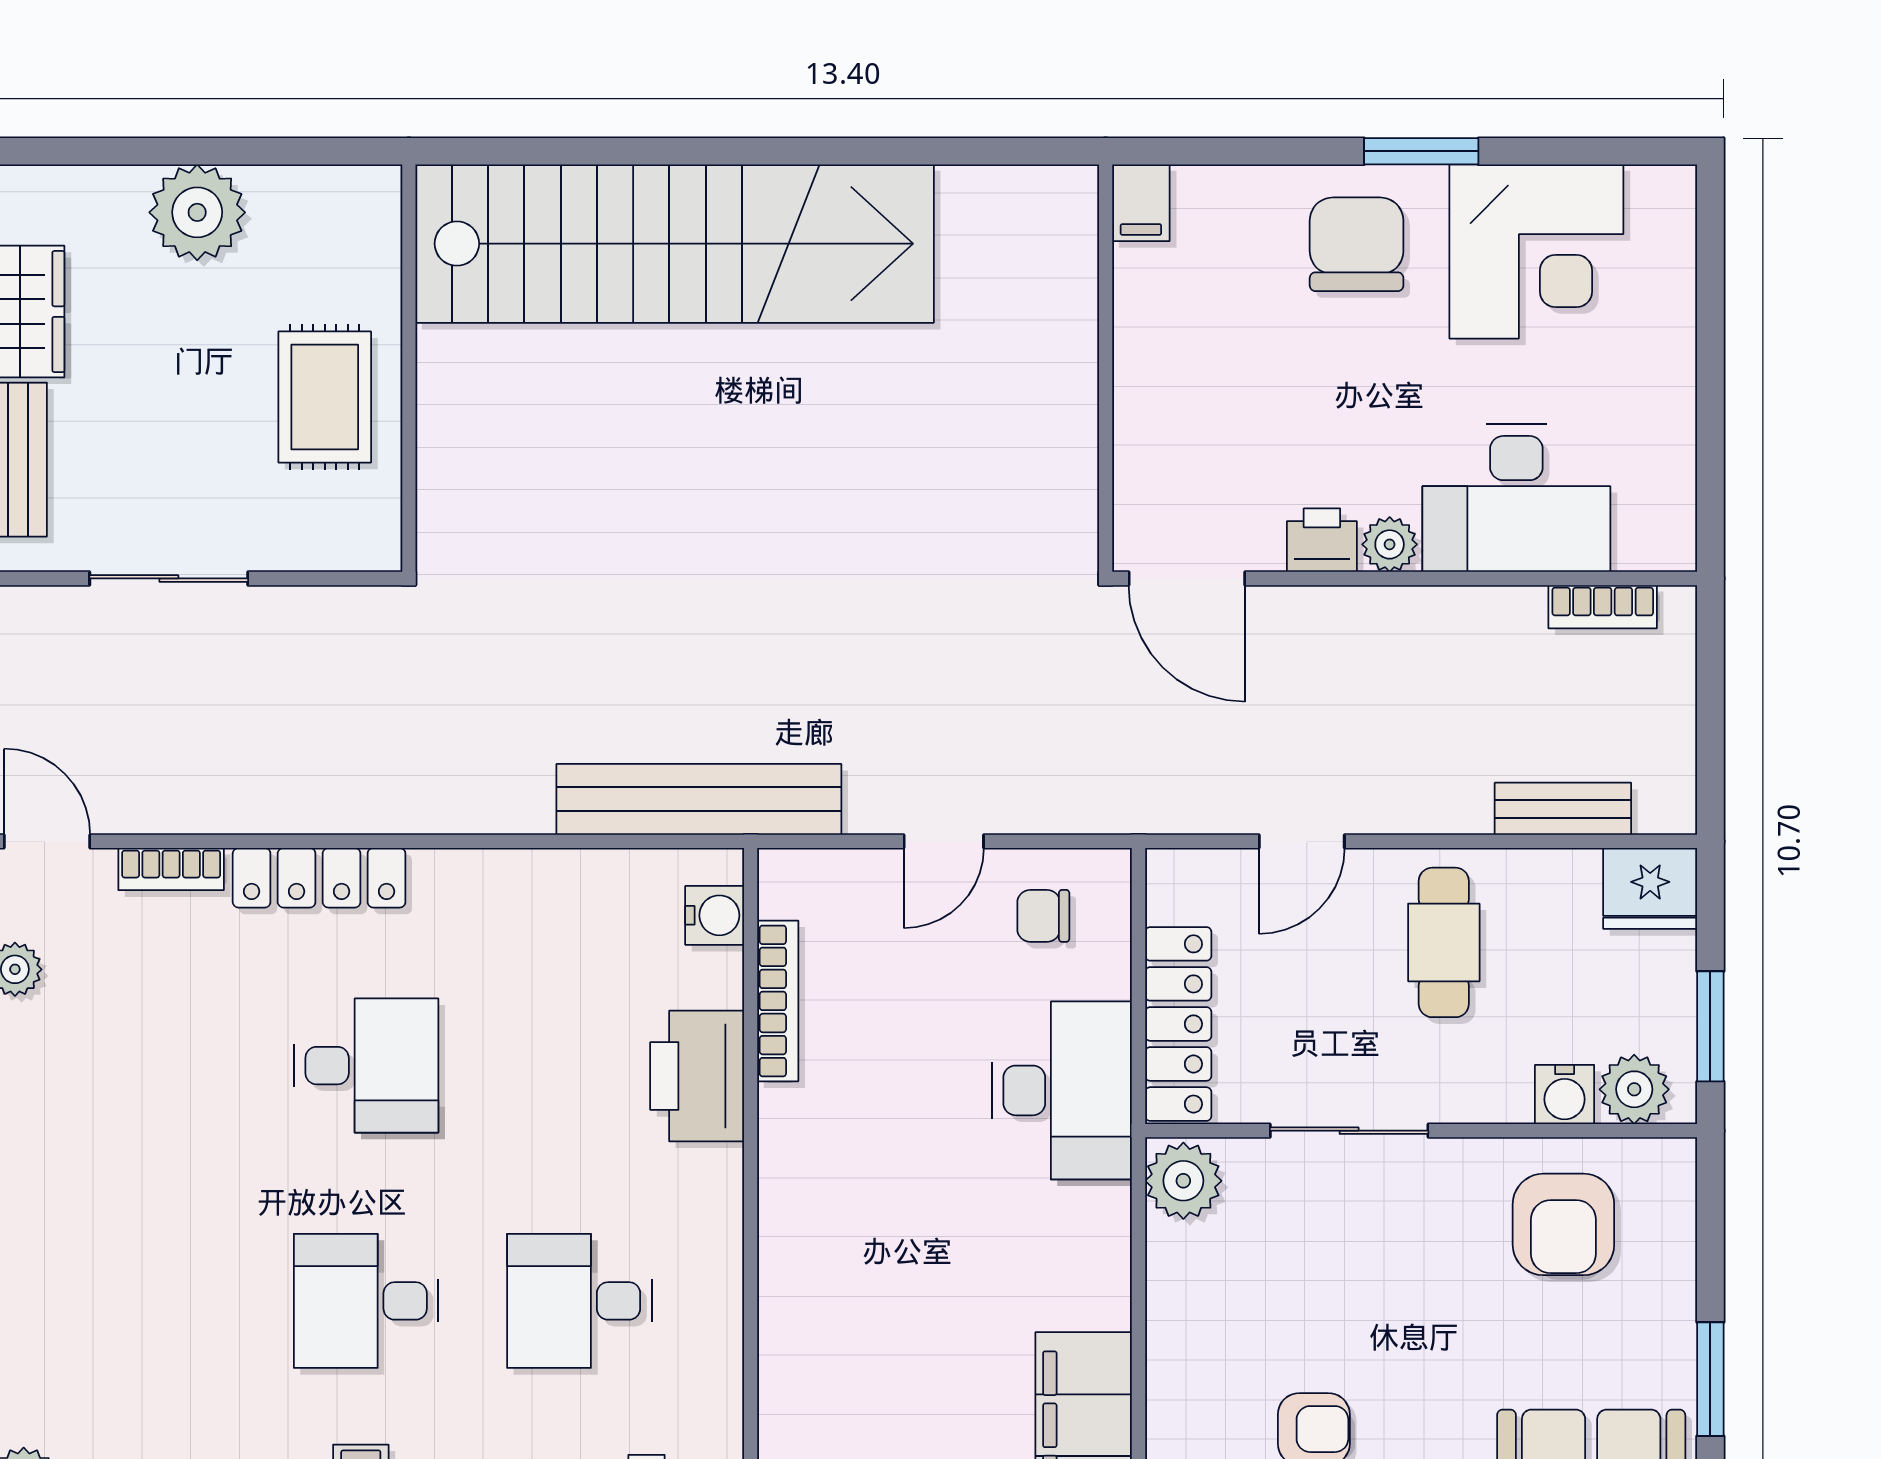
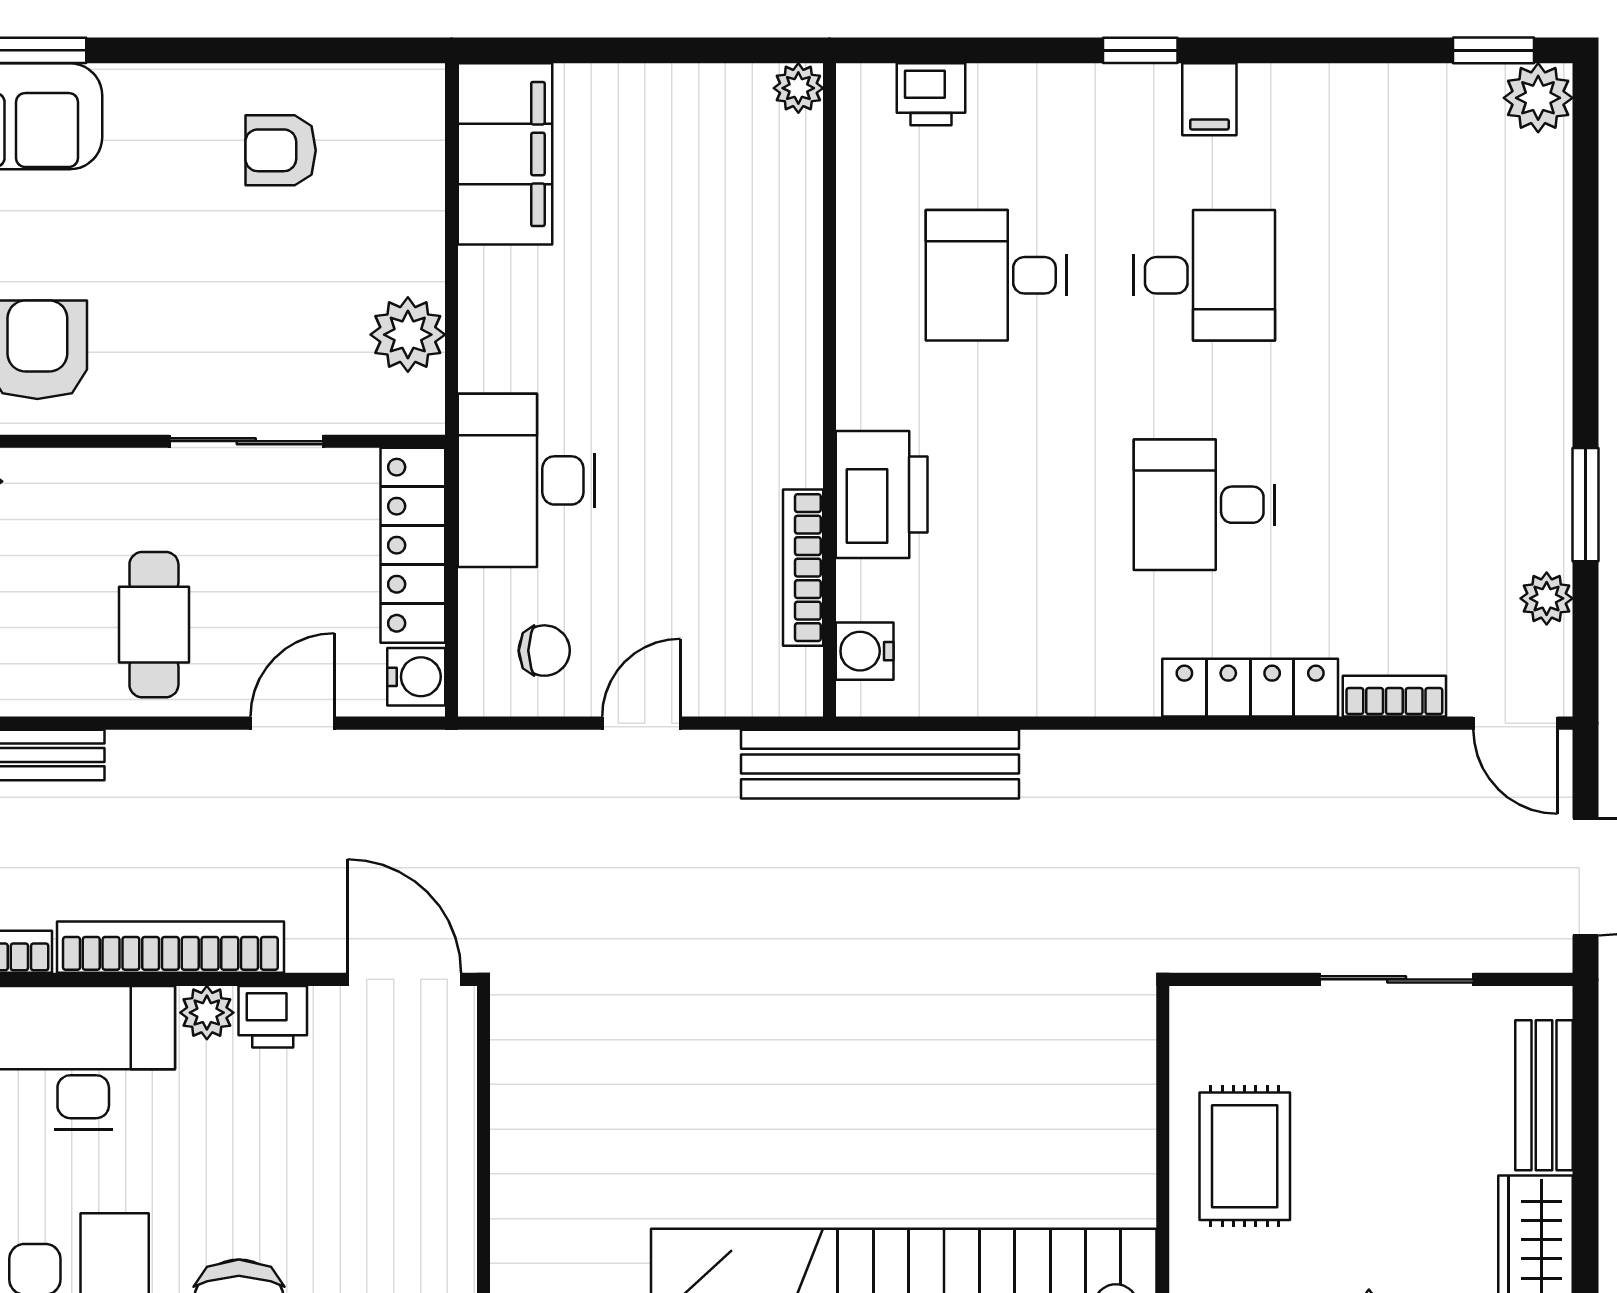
bookcase: (1427, 611) -> (170, 947), added
water cooler: (1565, 1094) -> (416, 677), moved, turned 90
plant: (1183, 1181) -> (408, 335), moved
desk: (579, 1301) -> (996, 275), turned 180

